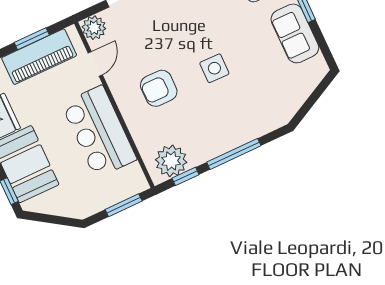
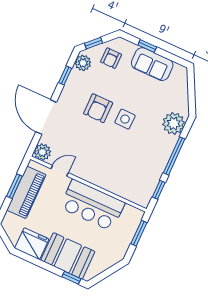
door: (95, 64) -> (60, 171), hinge flipped
armchair: (159, 88) -> (98, 108), moved
plant: (171, 161) -> (174, 123), moved

